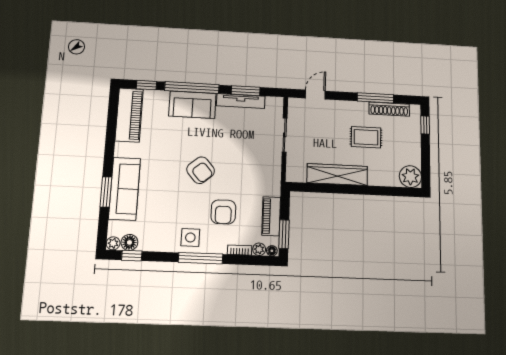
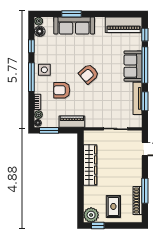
window: (425, 125) -> (98, 226), moved
rug: (366, 137) -> (113, 206), moved
piano: (271, 216) -> (72, 122), moved
window: (132, 256) -> (31, 46), moved

